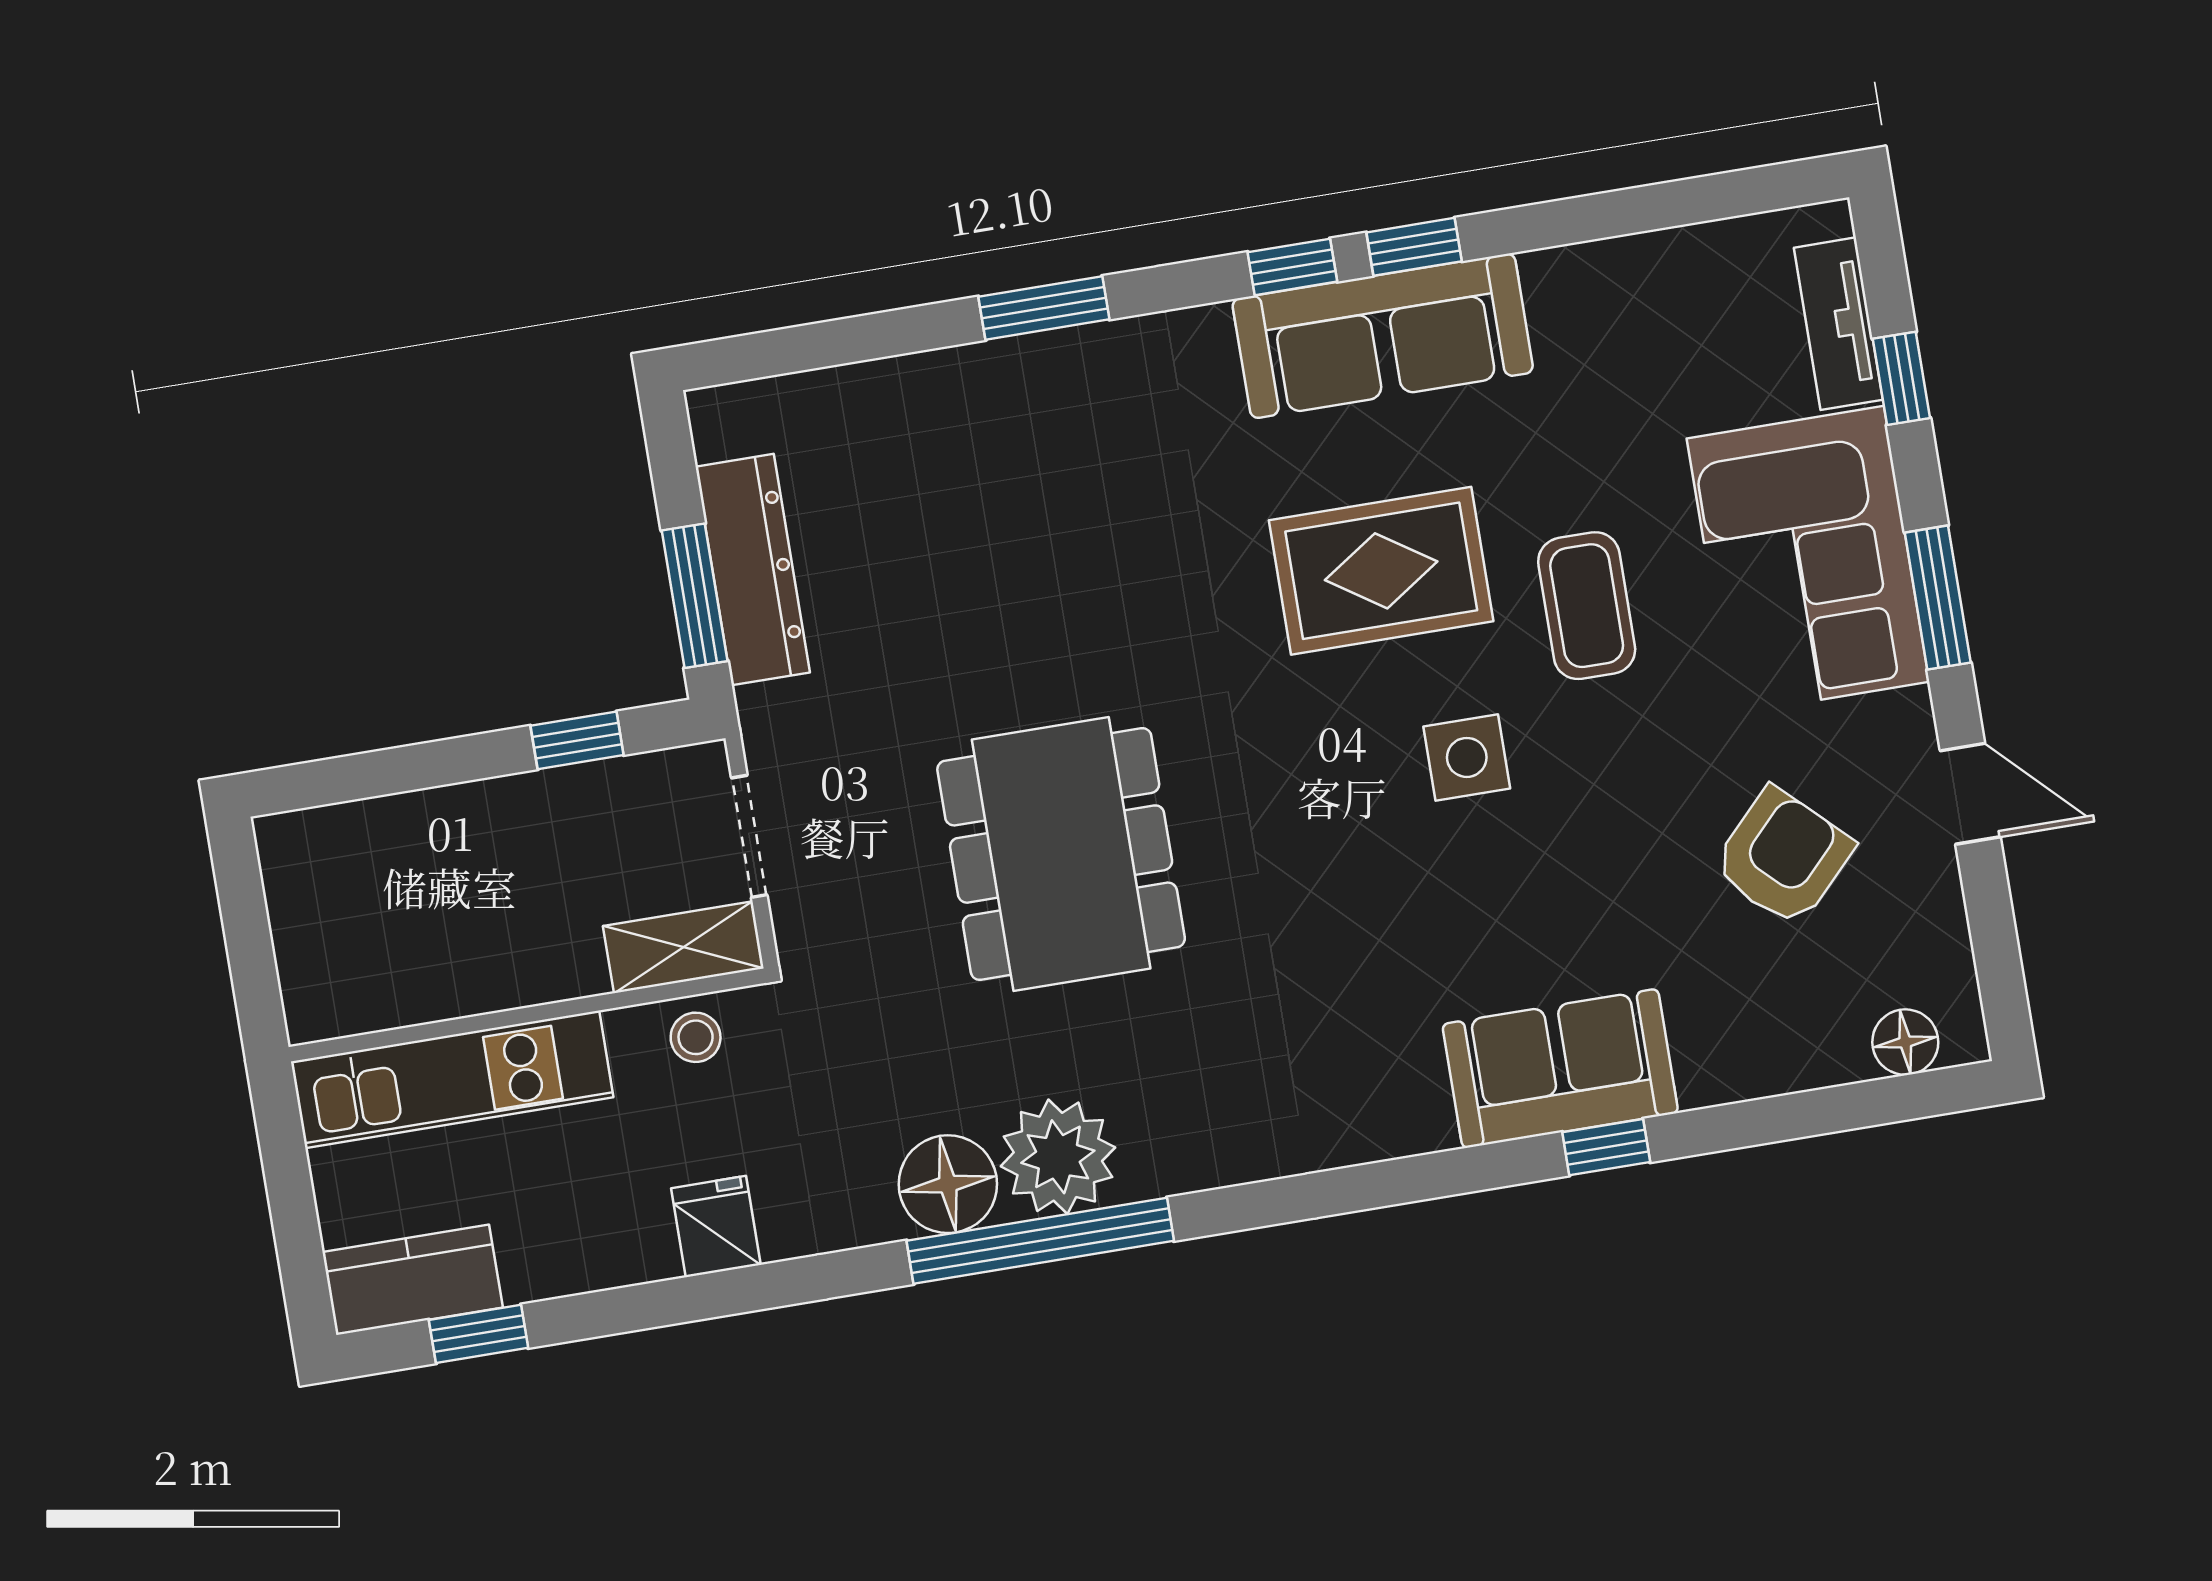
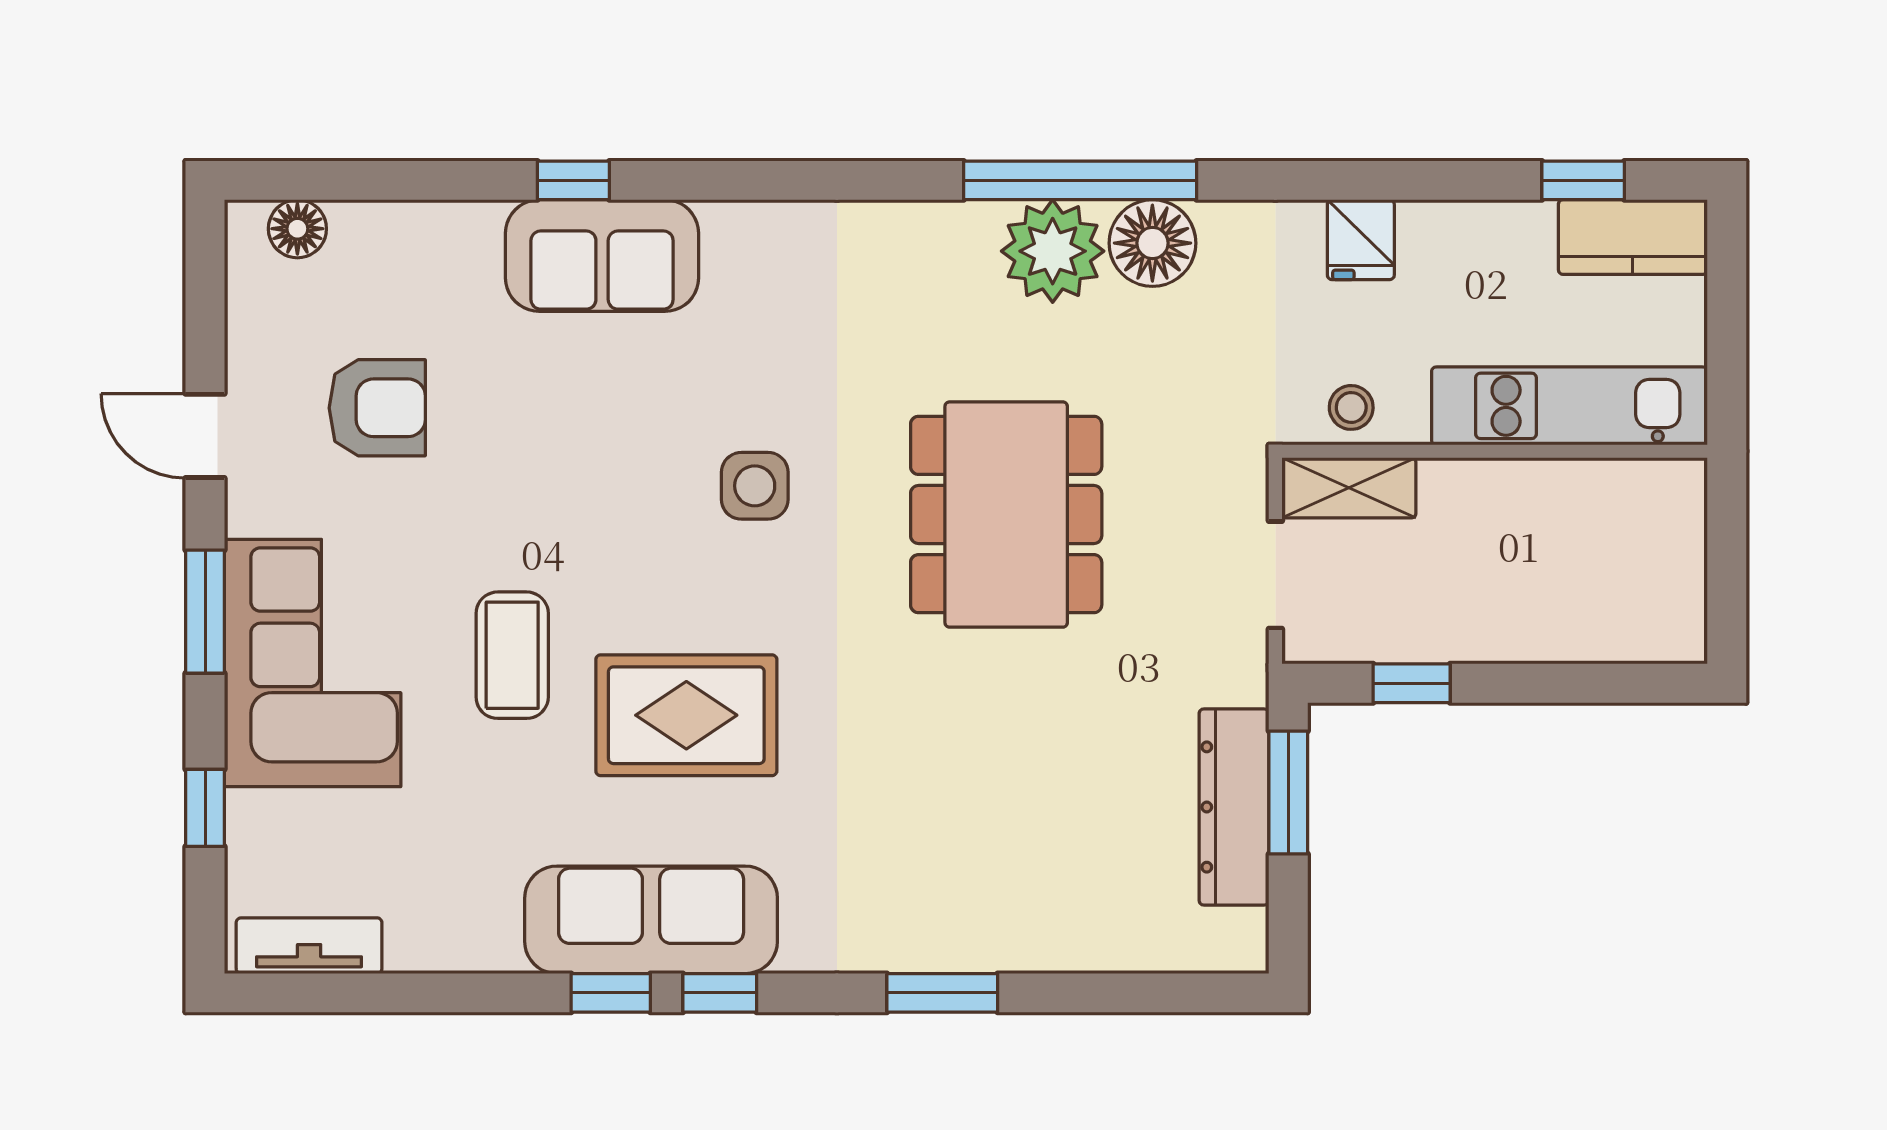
tv unit: (1838, 324) -> (309, 946), moved, turned -90
side table: (1467, 757) -> (755, 486), moved
armchair: (1783, 857) -> (377, 408), turned -134

